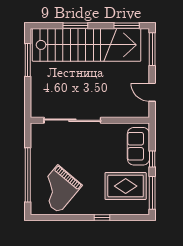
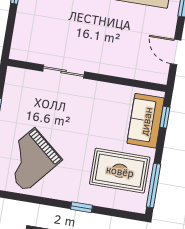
sliding door: (72, 120) -> (64, 72), width x0.54
window: (152, 159) -> (165, 117), moved

